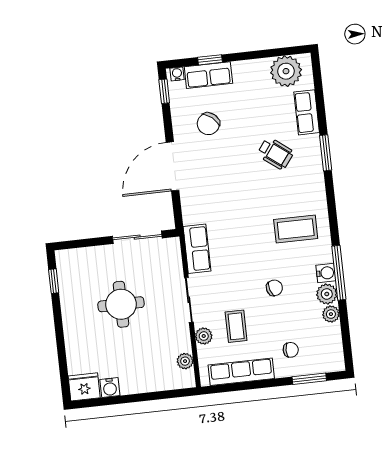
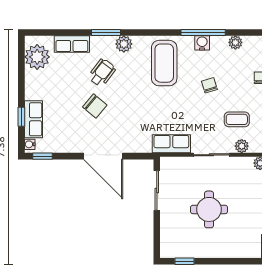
chair: (208, 124) -> (95, 106), moved
coffee table: (296, 229) -> (164, 63), width x1.36, depth x1.32
plant: (327, 294) -> (124, 44), moved

